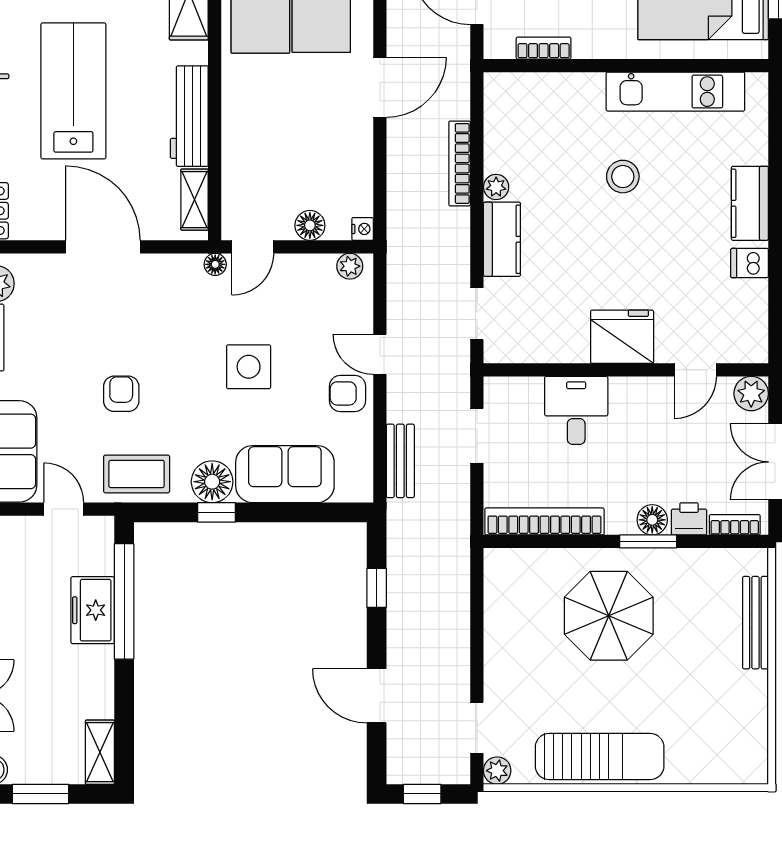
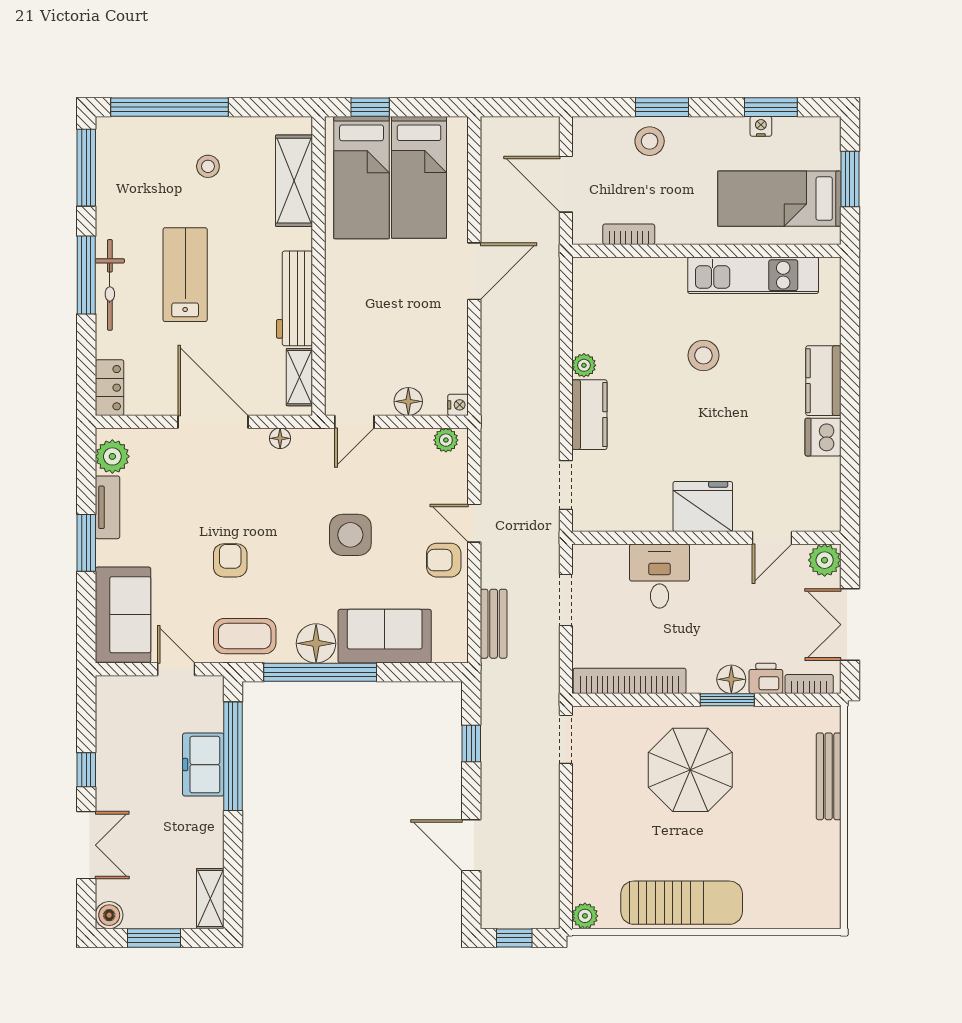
lab bench: (73, 91) -> (185, 275), width x0.73, depth x0.72
bookcase: (460, 163) -> (550, 343), removed
dishwasher: (749, 263) -> (823, 437), width x1.38
floor lamp: (215, 264) -> (280, 438), moved
window: (216, 512) -> (320, 672), width x3.17
doorway: (477, 728) -> (566, 739), moved

